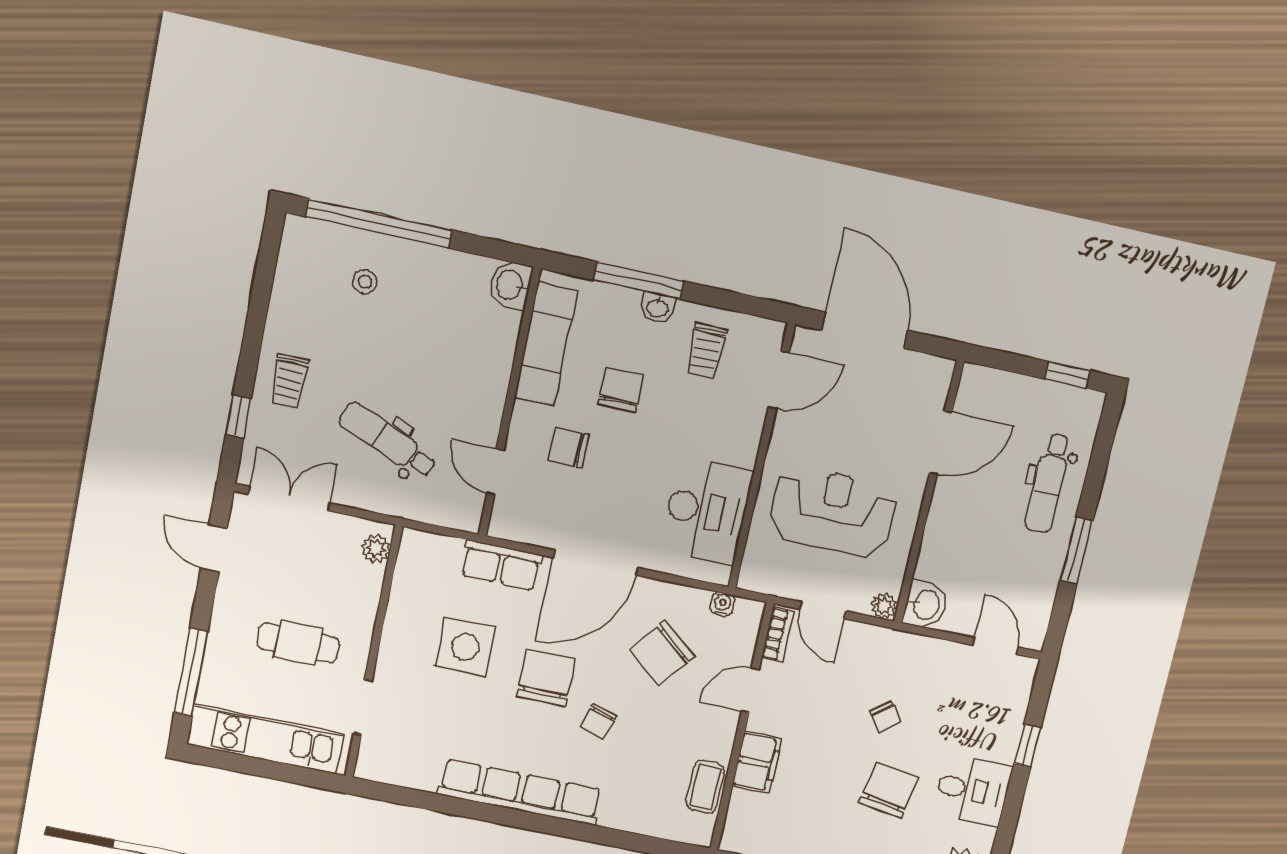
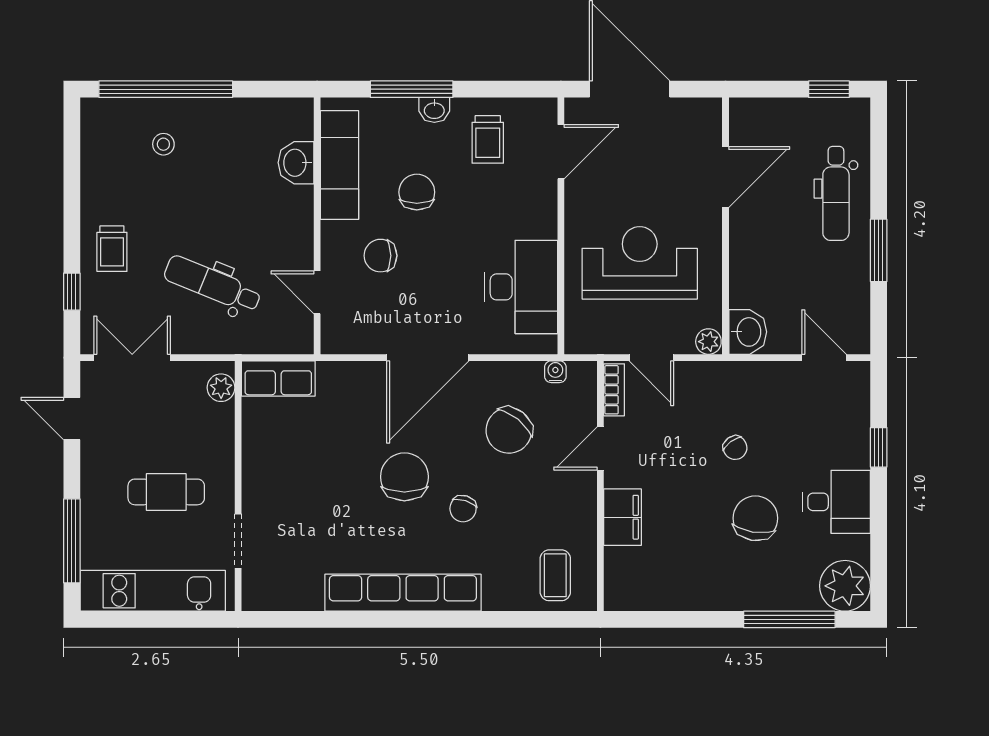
washbasin: (510, 285) -> (296, 163), moved
row of seats: (501, 565) -> (278, 379), moved
side table: (465, 647) -> (323, 463), removed
coffee table: (705, 787) -> (555, 575), moved

